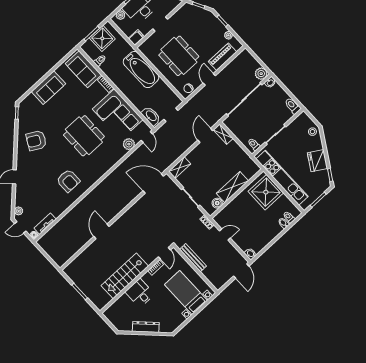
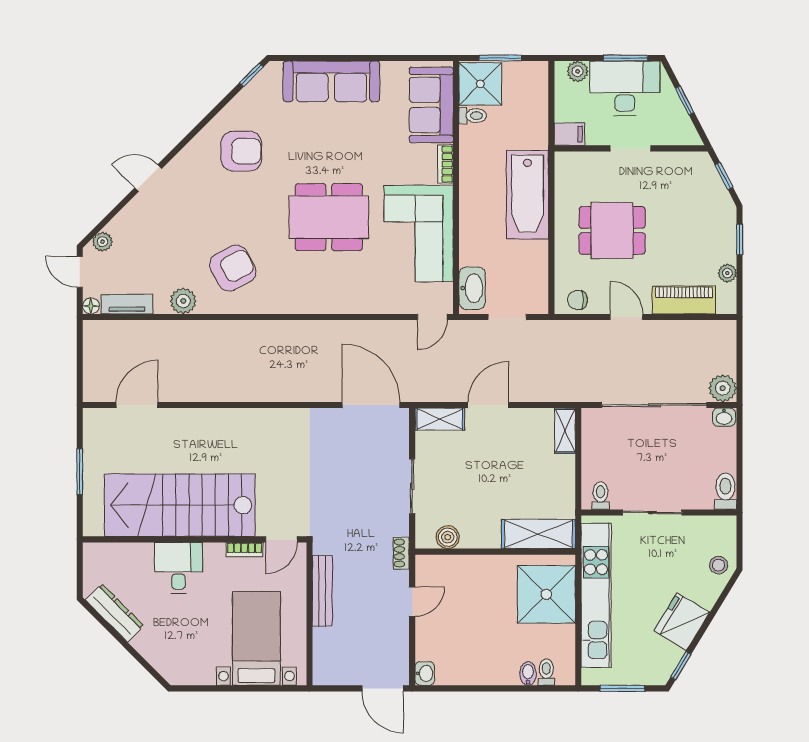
shower: (102, 38) -> (480, 84), moved
dining table: (179, 56) -> (612, 230), width x0.73
door: (209, 79) -> (627, 317), hinge flipped
sofa: (48, 88) -> (331, 81), width x1.36
door: (205, 135) -> (488, 405), moved
dining table: (84, 136) -> (329, 217), turned 90
armchair: (36, 141) -> (241, 151), turned 151
plant: (129, 144) -> (183, 301), moved
armchair: (68, 181) -> (233, 268), turned -118
shelving: (232, 187) -> (538, 534), moved
door: (102, 231) -> (137, 405), moved
door: (225, 234) -> (412, 602), hinge flipped
door: (241, 271) -> (383, 688), hinge flipped
stairs: (125, 276) -> (180, 505), width x1.36, depth x1.51
dresser: (146, 327) -> (115, 613), moved

